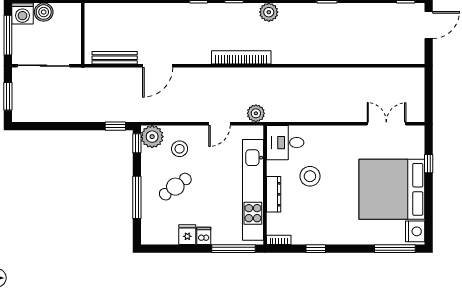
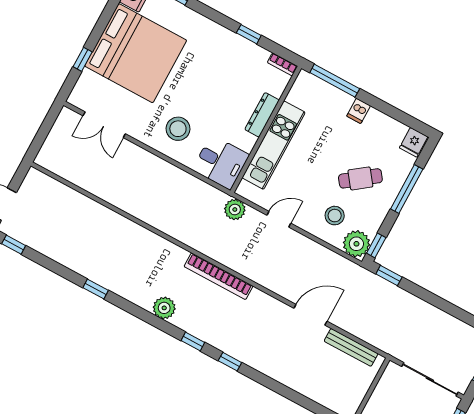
stool: (310, 176) -> (178, 129), moved
kitchen unit: (253, 190) -> (274, 145), width x0.73
fridge: (187, 235) -> (414, 142), moved

